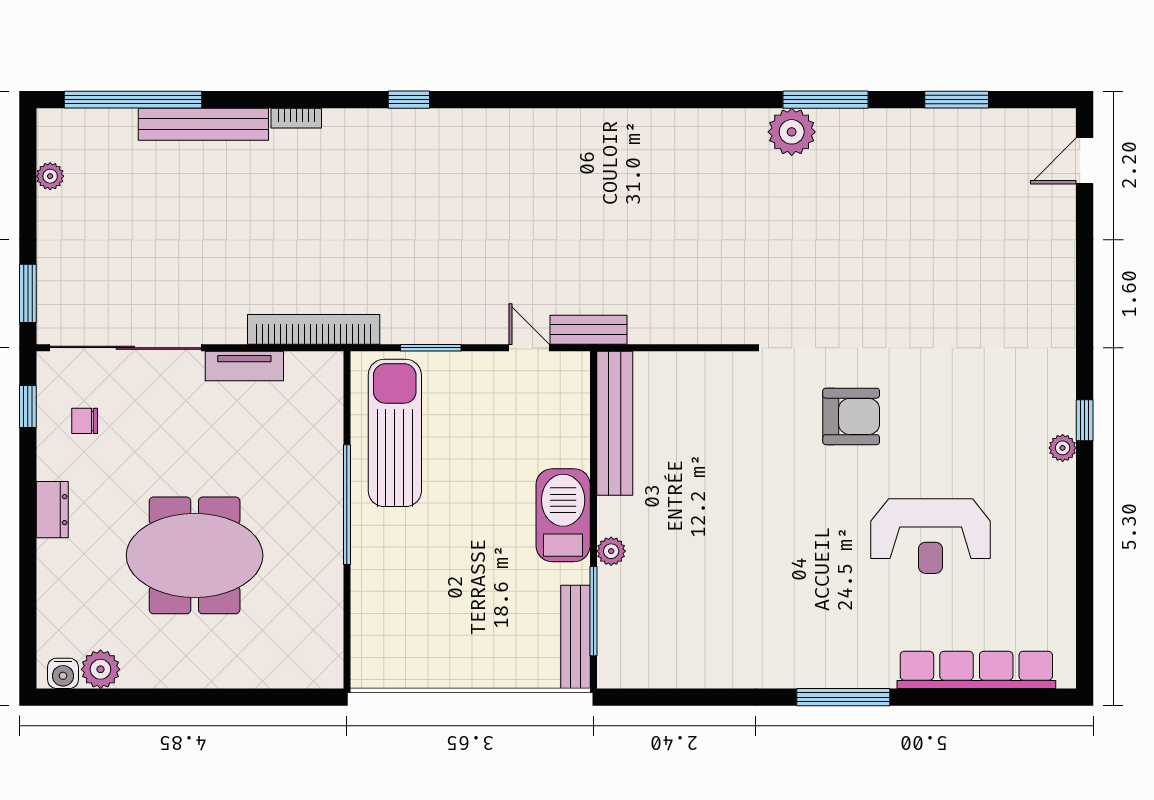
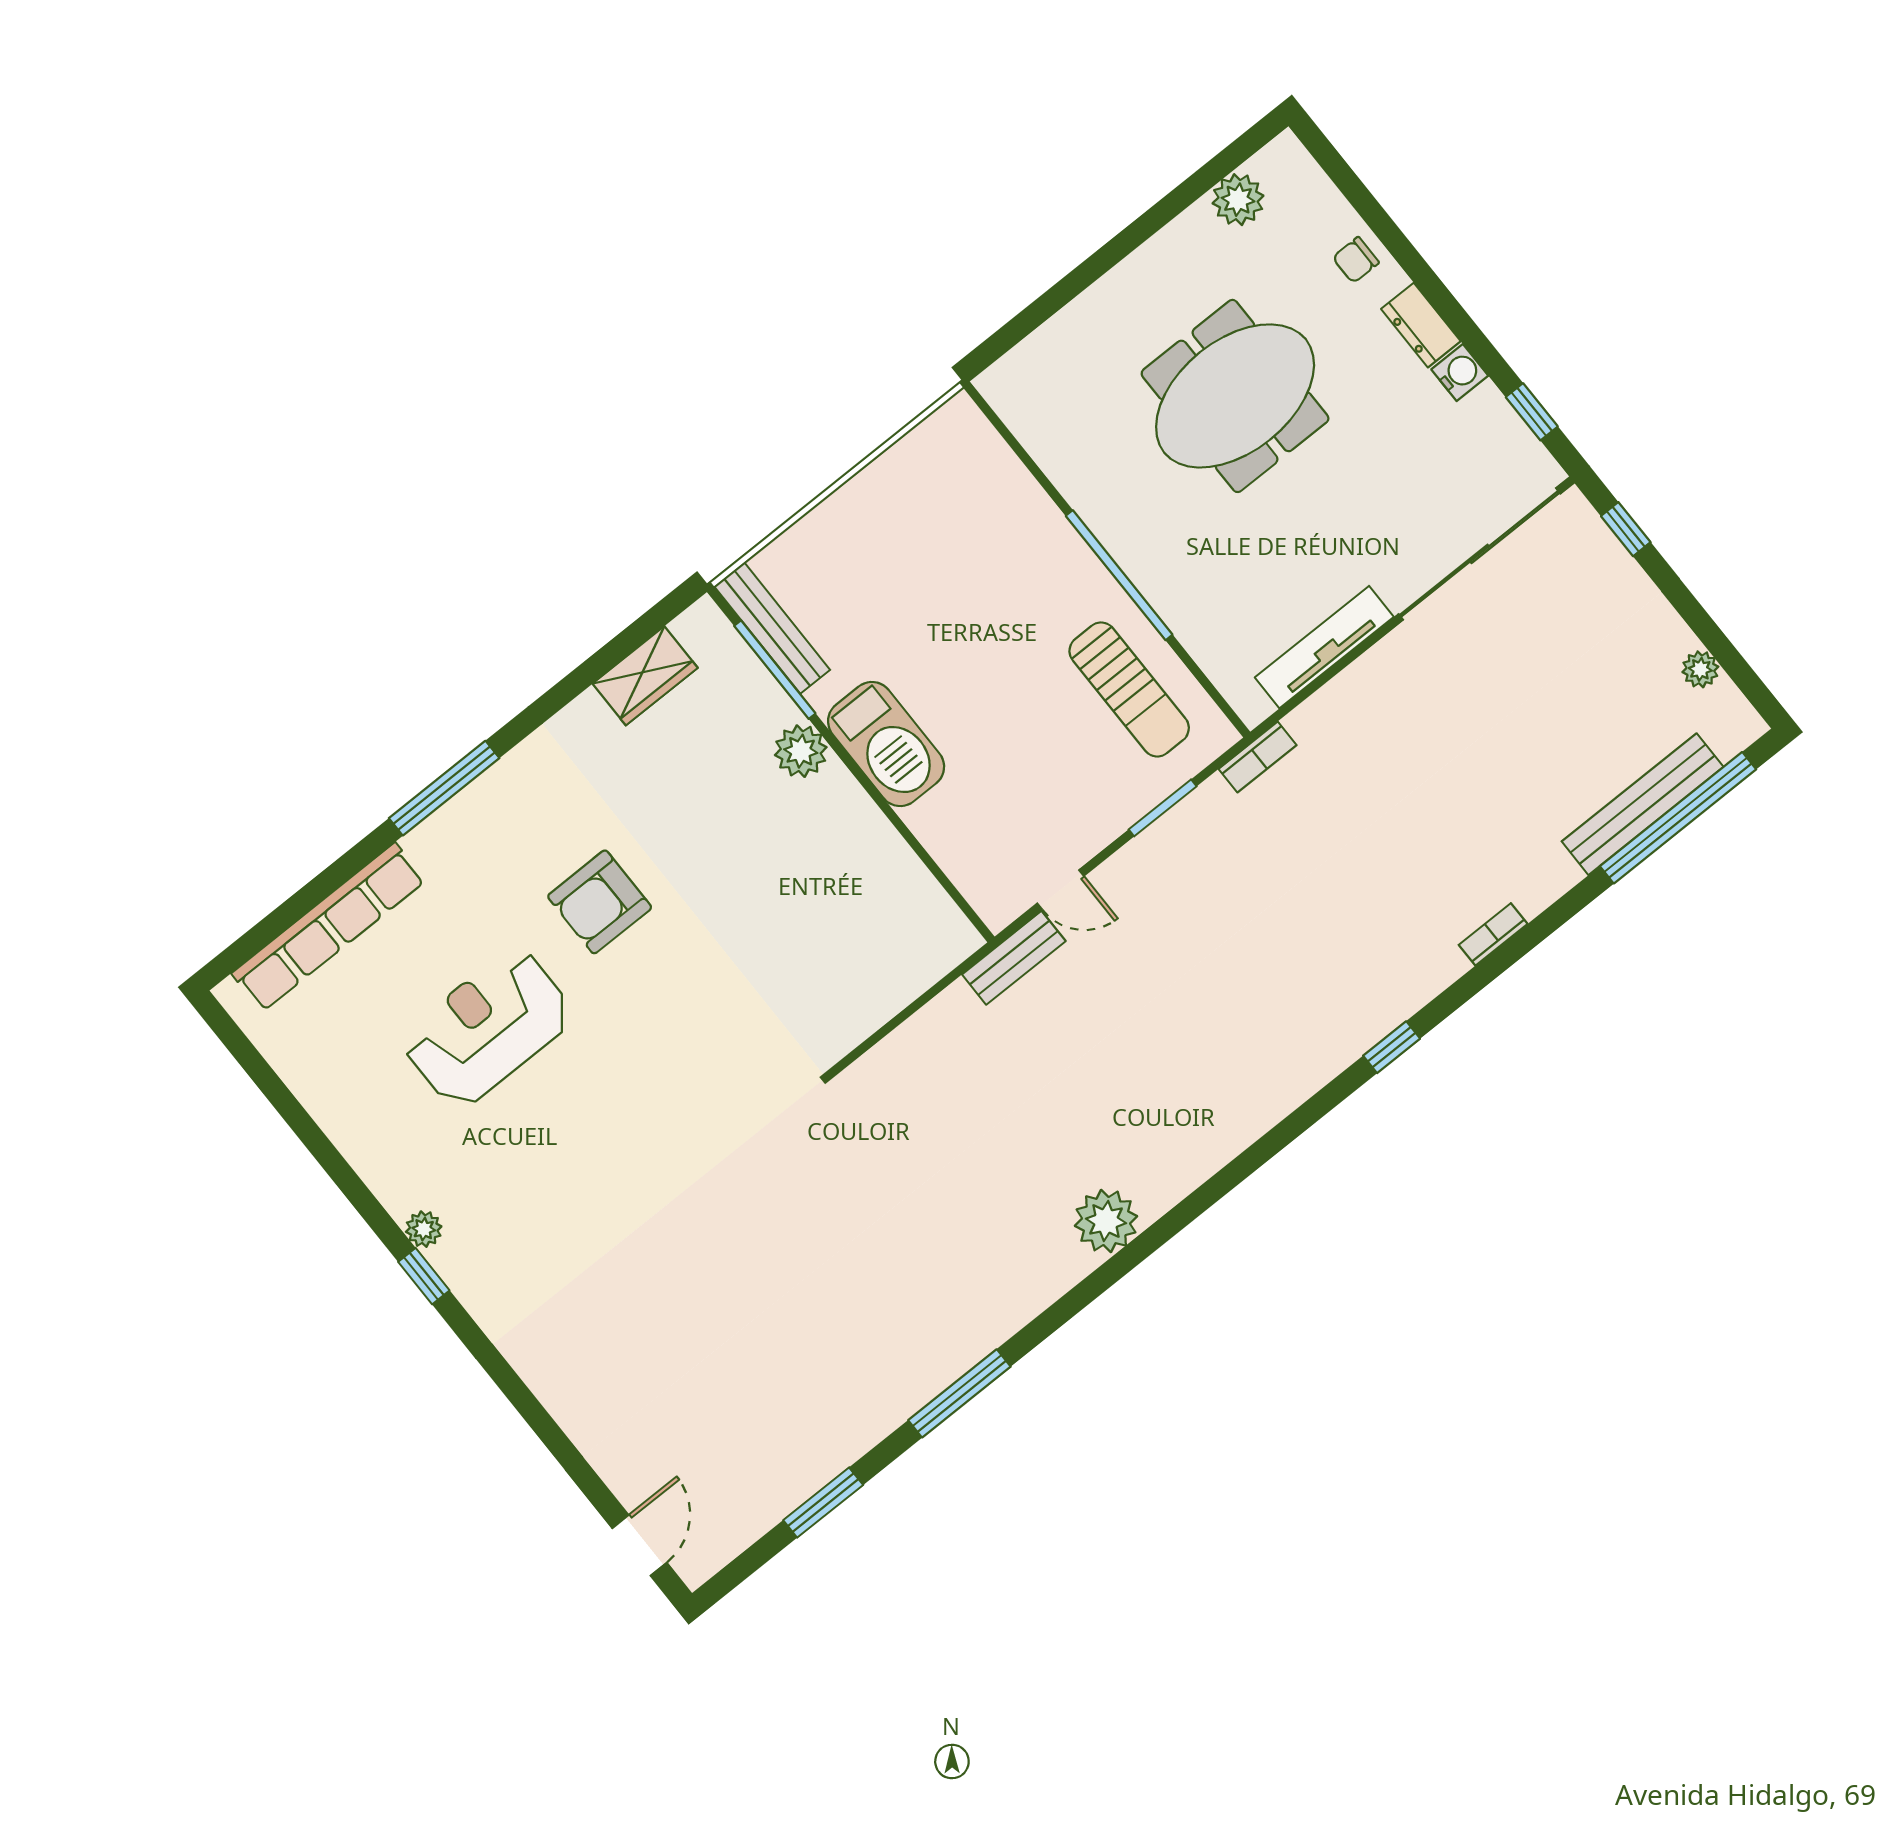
bench: (203, 124) -> (1643, 804), moved
plant: (792, 132) -> (1106, 1221), moved
window: (28, 293) -> (1626, 529), width x0.67
bookcase: (314, 329) -> (1258, 757), width x0.43, depth x0.76
tv unit: (244, 366) -> (1324, 647), width x1.41
armchair: (851, 416) -> (600, 902), moved
chair: (85, 421) -> (1356, 260), moved, turned 180
bench: (615, 423) -> (909, 882), removed
sun lounger: (395, 433) -> (1129, 690), width x0.73, depth x0.75
plant: (611, 551) -> (801, 751), width x1.38, depth x1.38
wardrobe: (672, 669) -> (645, 676), added
water cooler: (63, 673) -> (1460, 373), moved, turned 90

